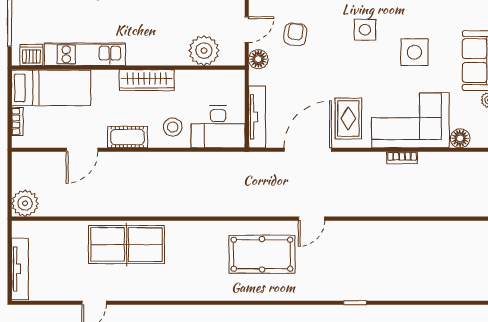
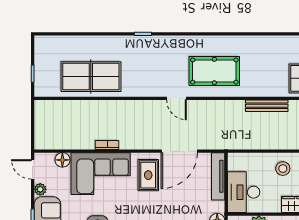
desk: (218, 127) -> (244, 192), moved, turned -90
bench: (194, 209) -> (267, 106), added
door: (311, 219) -> (176, 98), swing flipped
table tennis table: (423, 247) -> (91, 77), added

